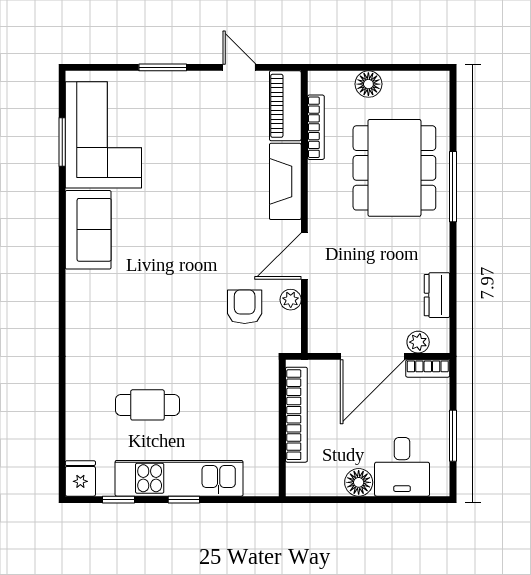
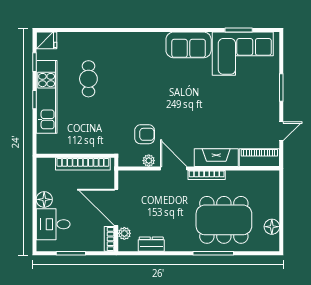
floor lamp: (368, 84) -> (272, 227), moved
bookcase: (316, 127) -> (207, 175), moved

